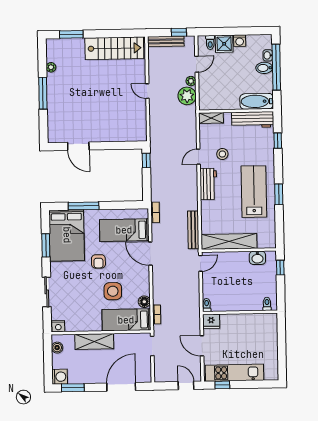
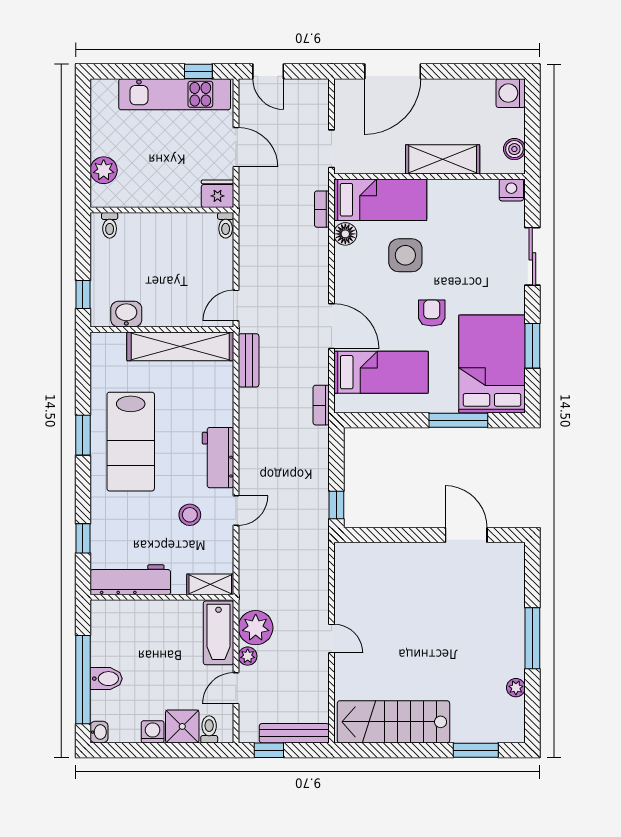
washbasin: (268, 55) -> (99, 732), moved
bathtub: (257, 101) -> (218, 633), moved, turned 90
bench: (193, 230) -> (249, 360), width x0.73
plant: (271, 332) -> (104, 170), added
window: (73, 388) -> (486, 71), removed

